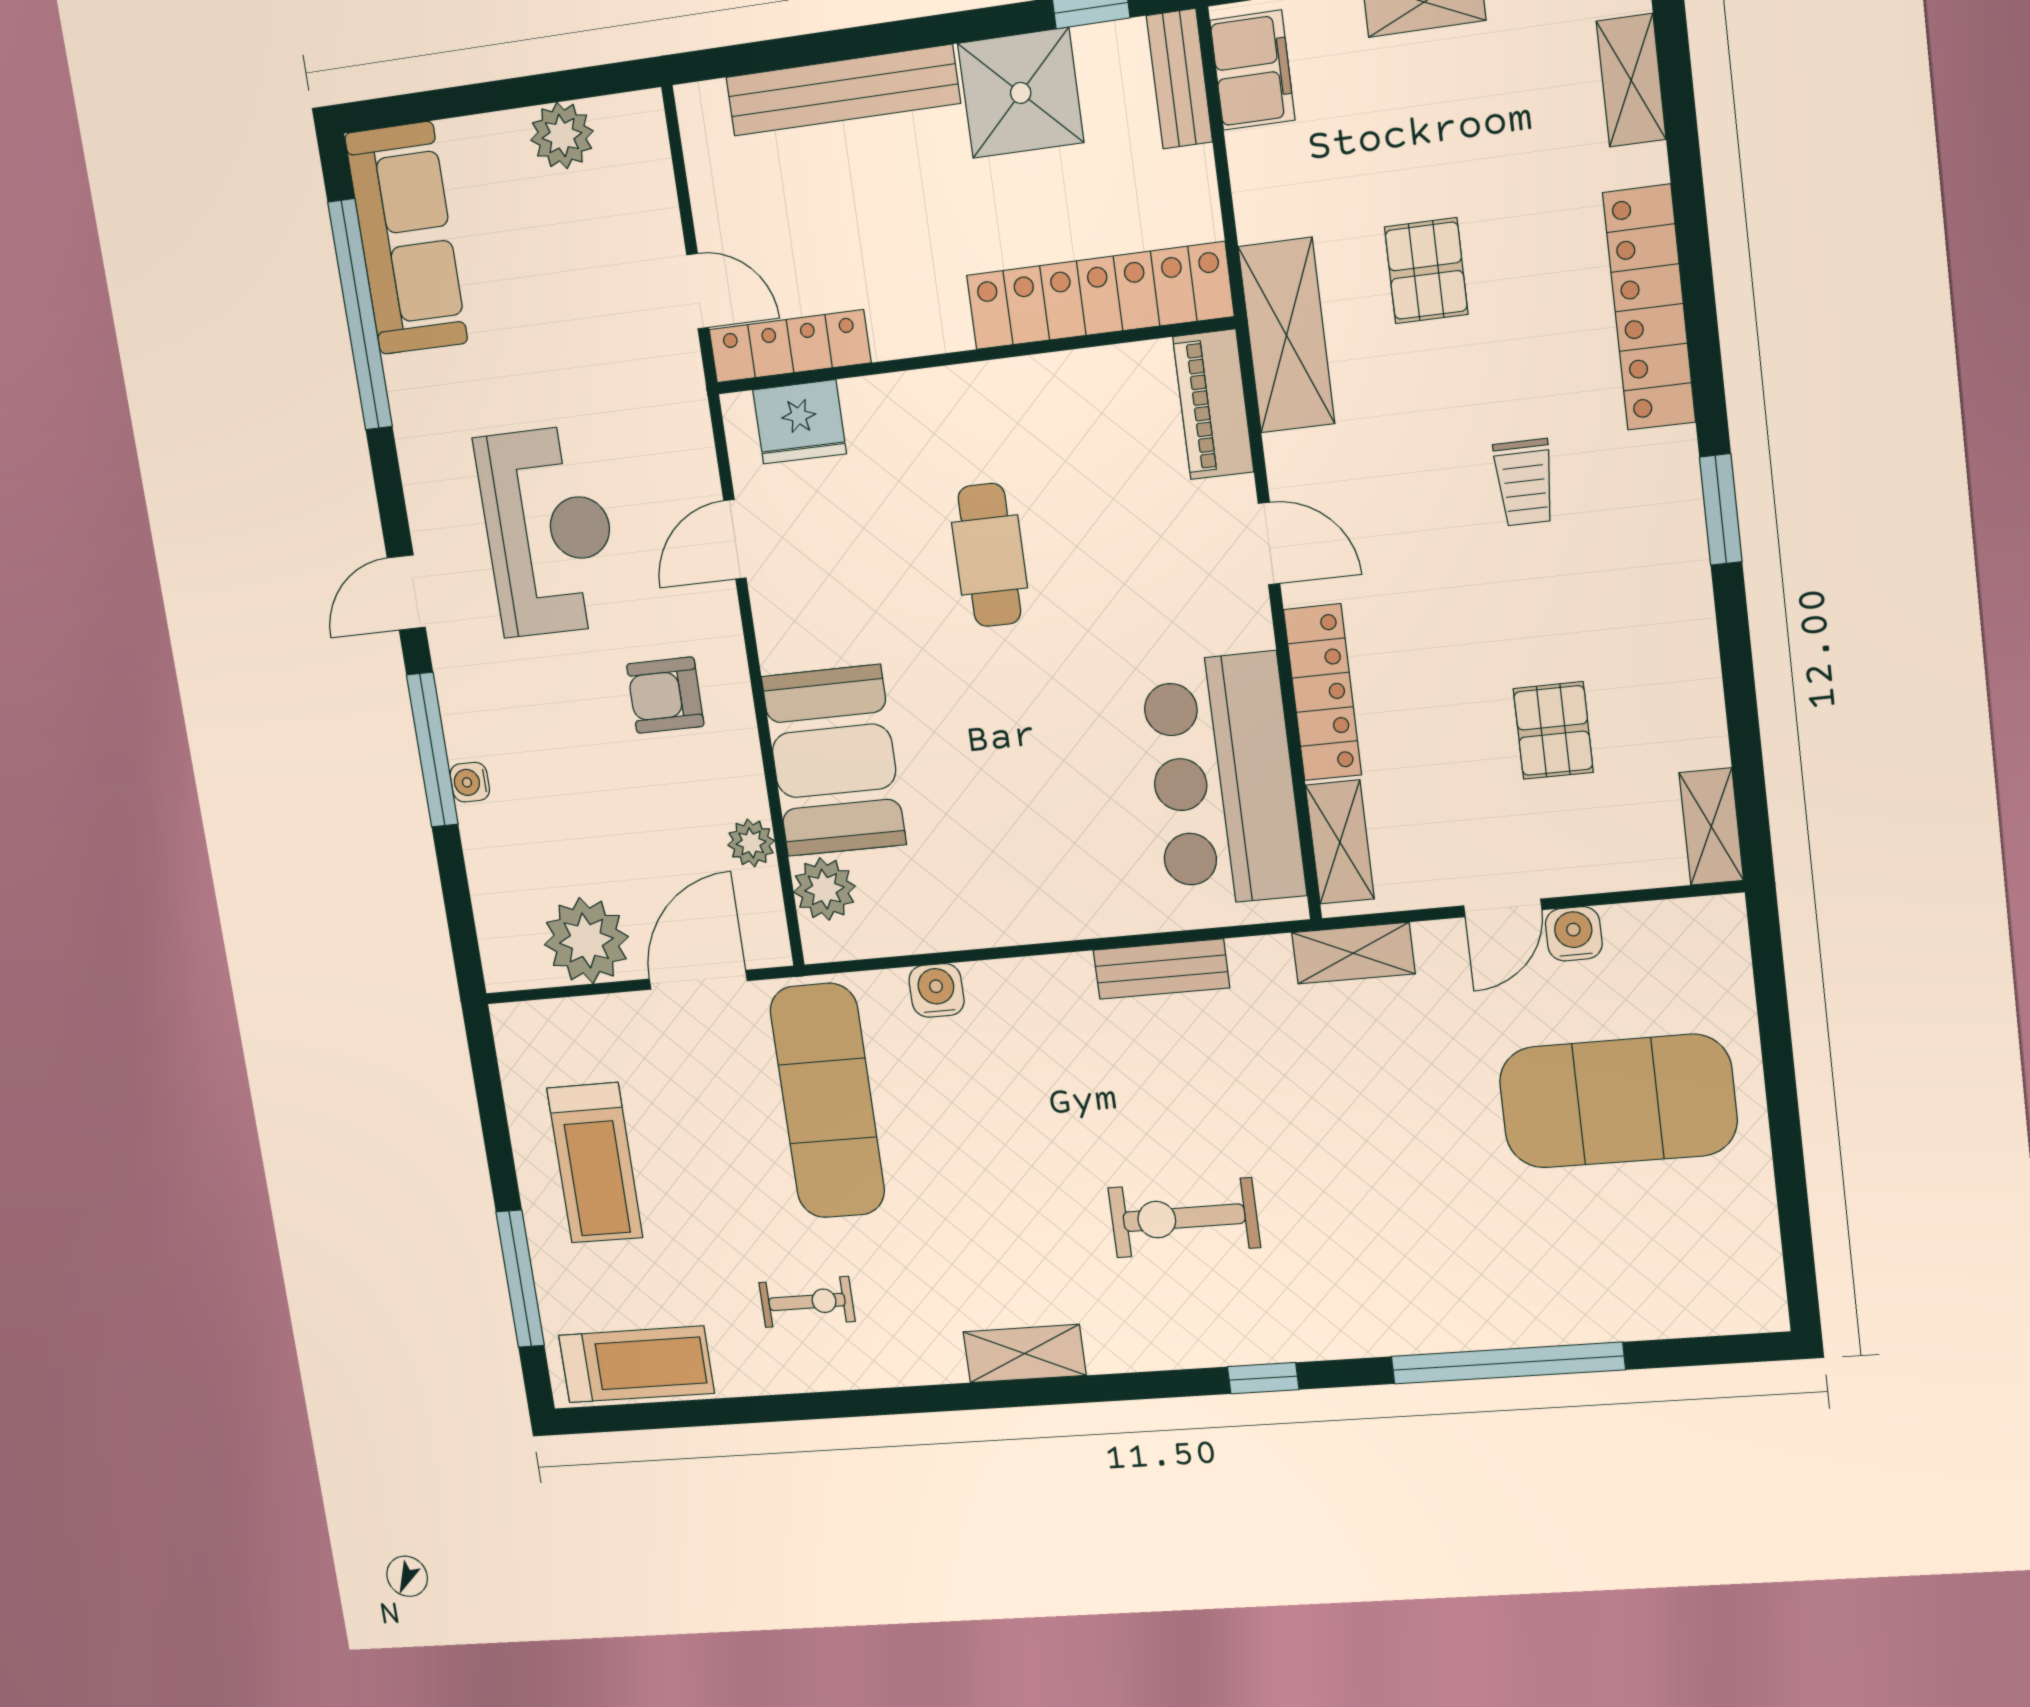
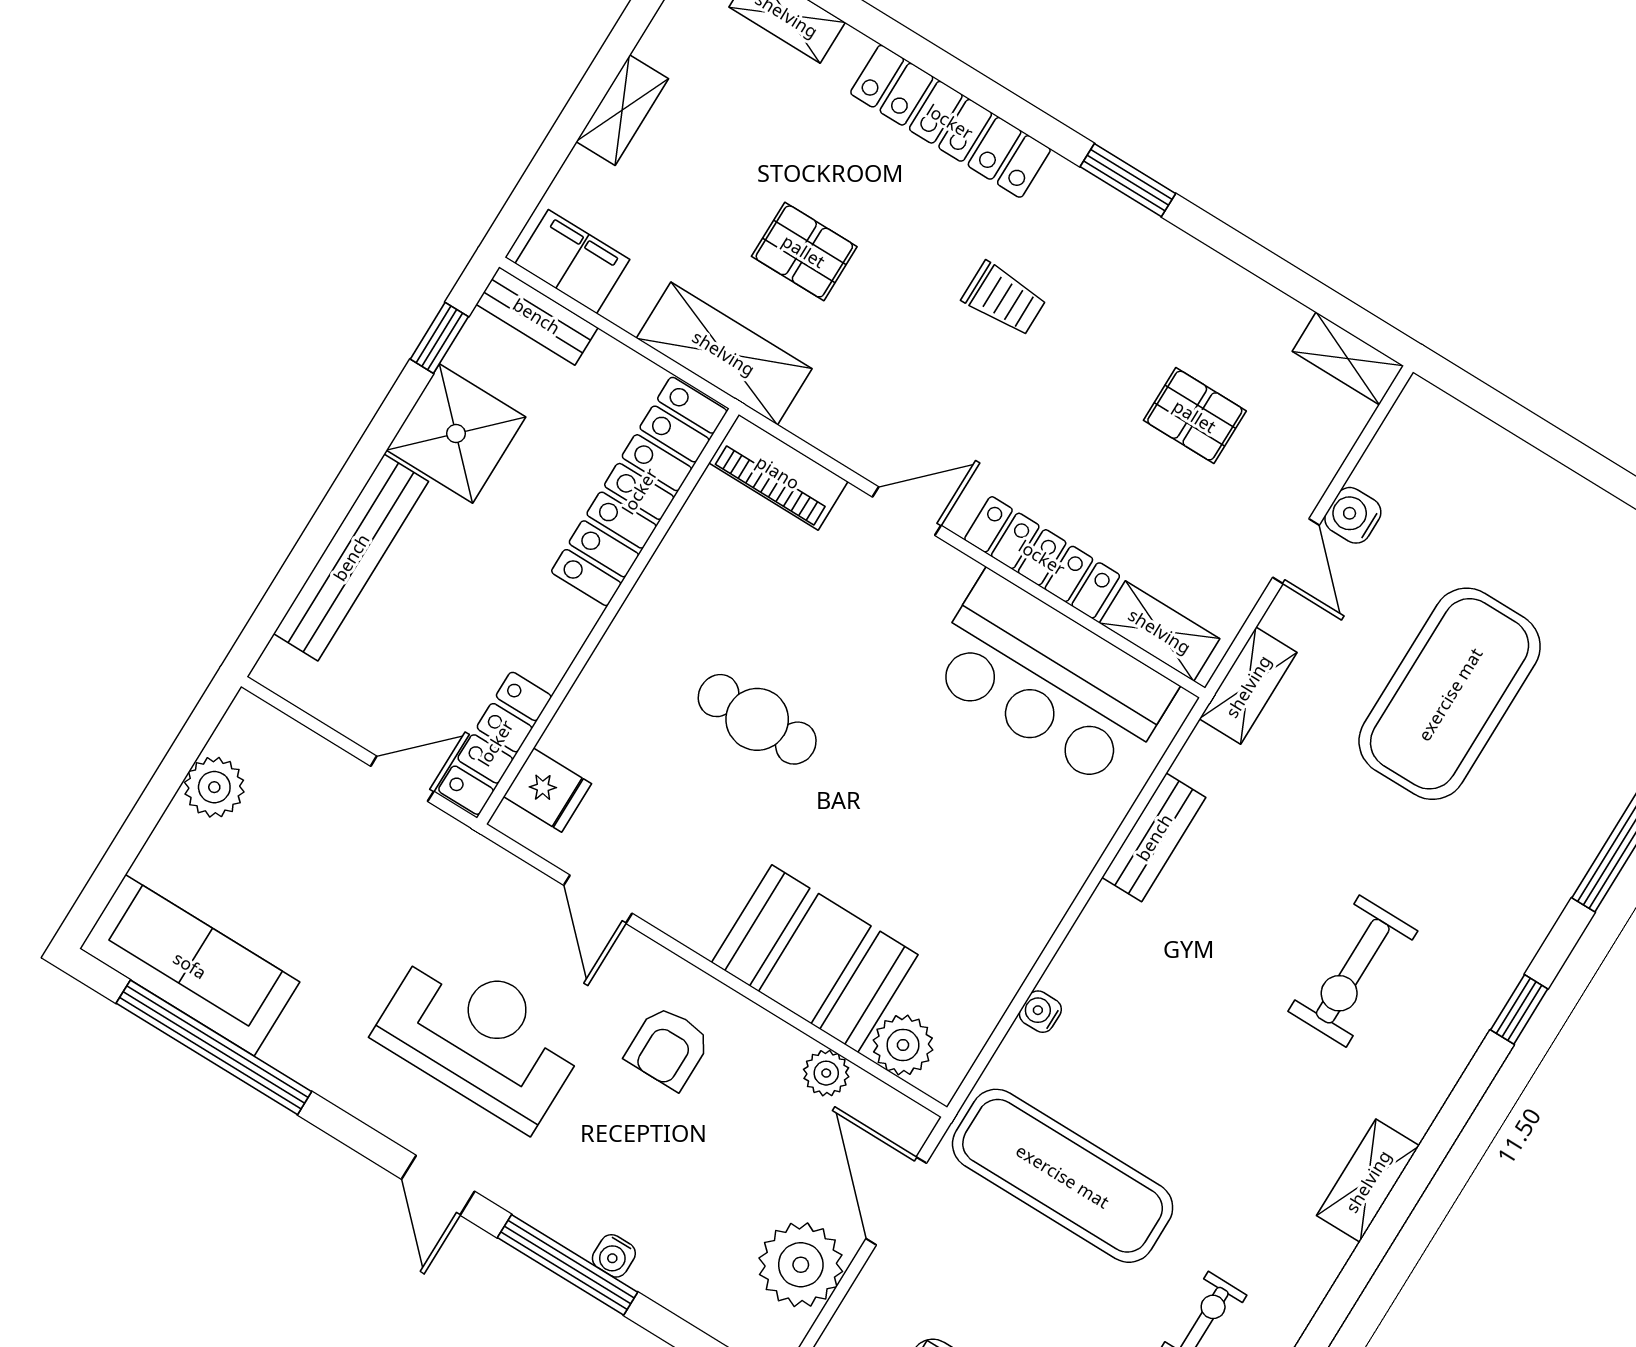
shelving: (1286, 335) -> (724, 353), moved
fridge: (800, 422) -> (547, 790), width x0.72
water cooler: (937, 990) -> (1040, 1012), width x0.72, depth x0.72
exercise mat: (1618, 1101) -> (1450, 694), moved

